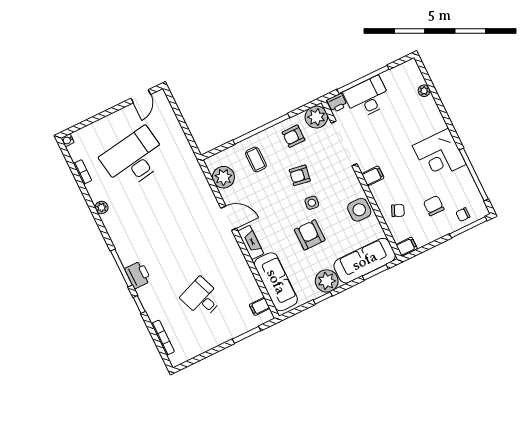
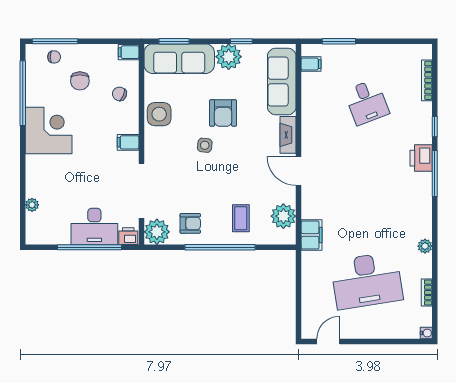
filing cabinet: (194, 173) -> (312, 235), added
armchair: (300, 175) -> (203, 180), removed

